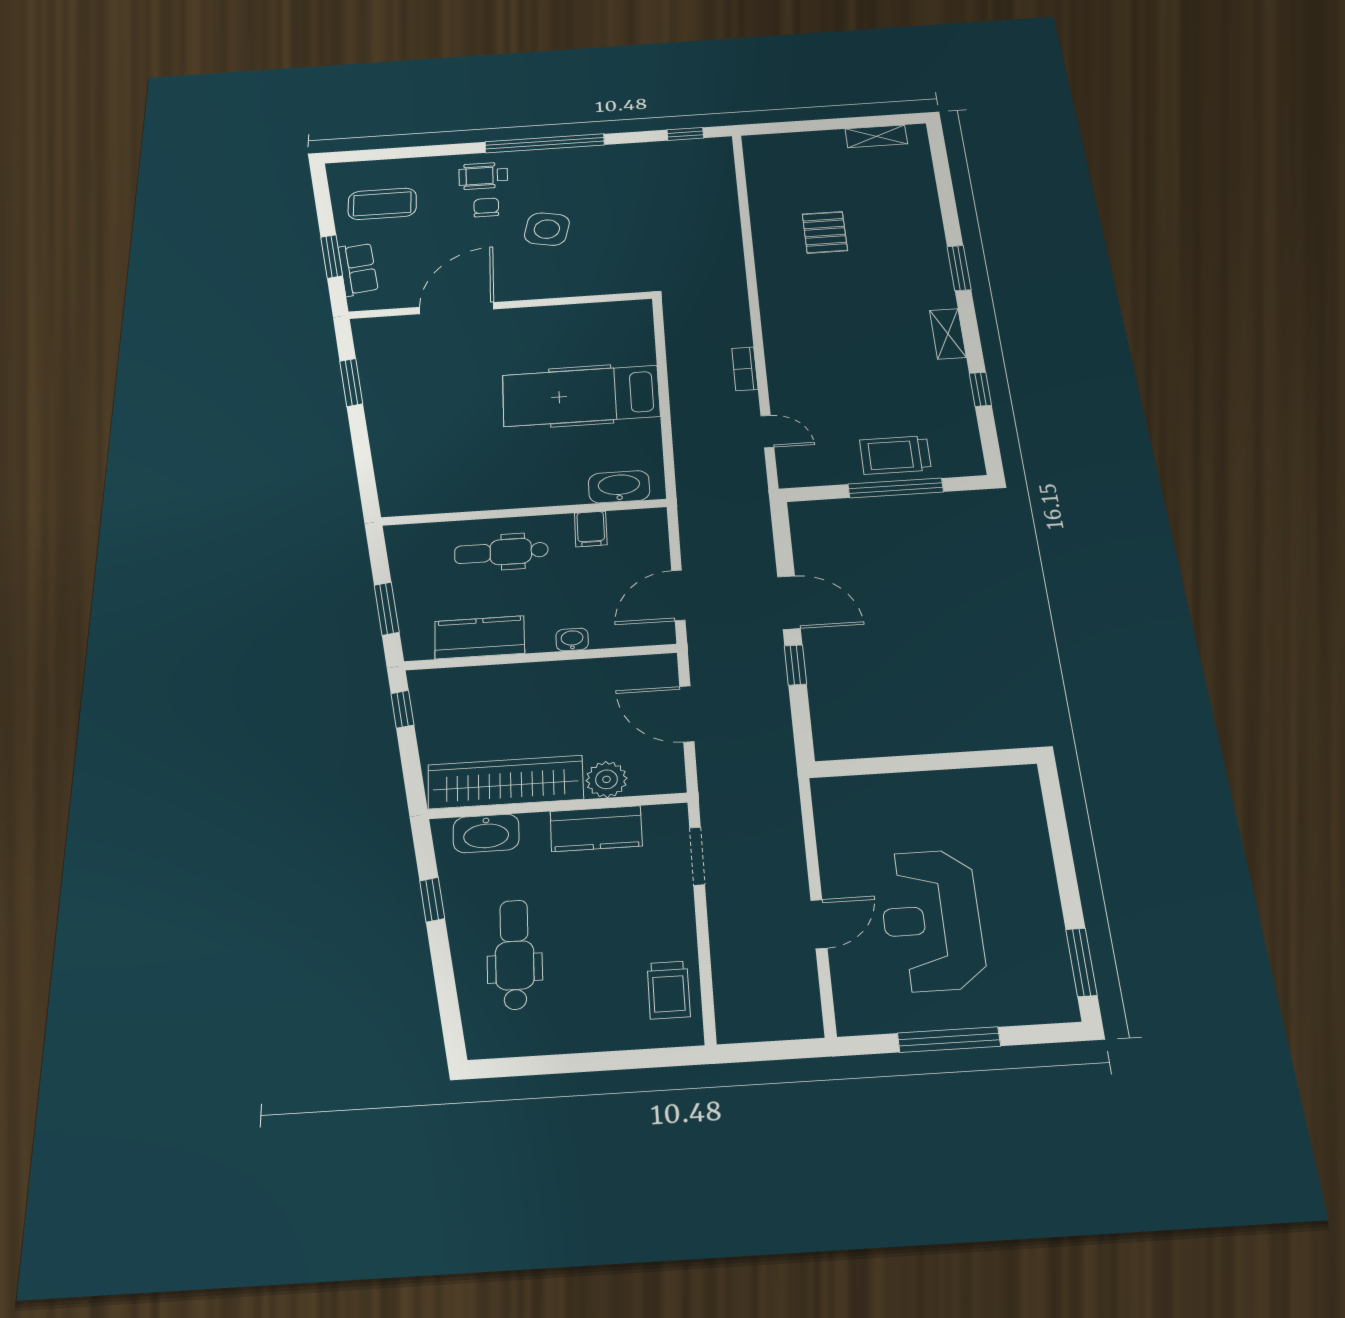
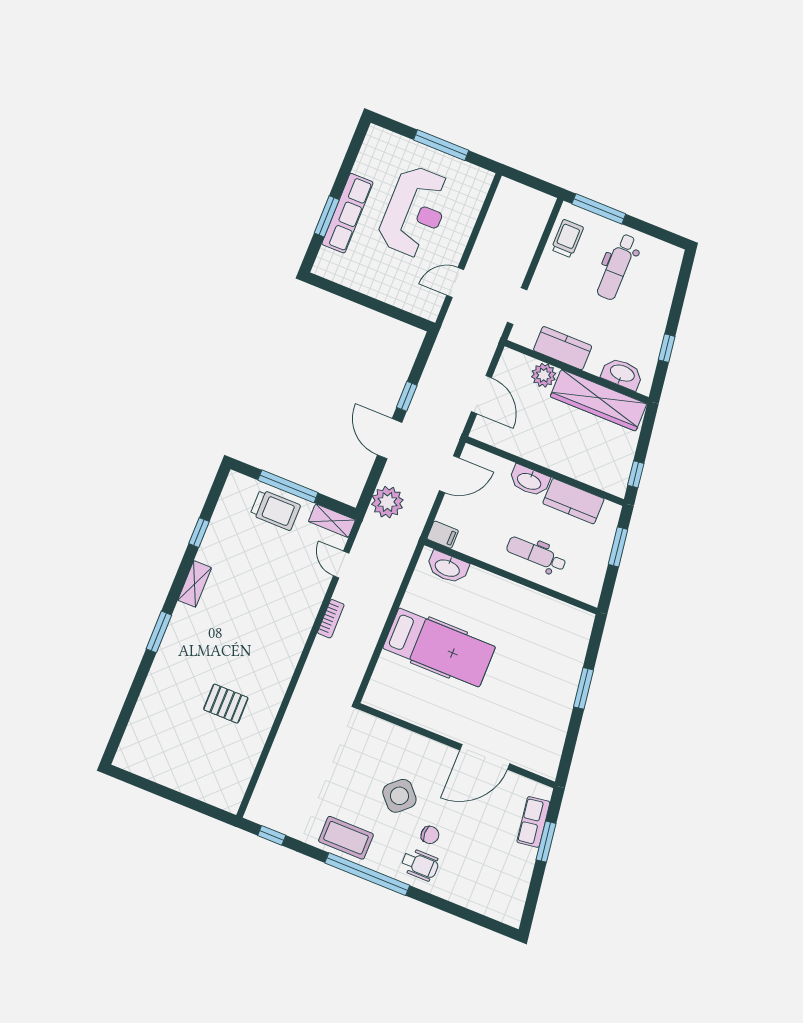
shelving: (876, 136) -> (332, 521), moved
coffee table: (382, 204) -> (346, 838), moved
chair: (486, 207) -> (430, 835), turned -91
side table: (547, 229) -> (399, 796), turned 36
pallet: (825, 232) -> (226, 704), turned 90
window: (351, 382) -> (583, 688), moved
plant: (747, 527) -> (387, 502), added
filing cabinet: (591, 529) -> (443, 535), moved, turned 90
dental chair: (501, 552) -> (536, 554), turned 180
washbasin: (572, 639) -> (529, 481), width x1.91, depth x1.45
row of seats: (1033, 870) -> (347, 213), added
door: (819, 924) -> (455, 282), moved
dental chair: (515, 954) -> (617, 267), moved
window: (1081, 962) -> (327, 216), moved
window: (640, 1059) -> (599, 209), added

